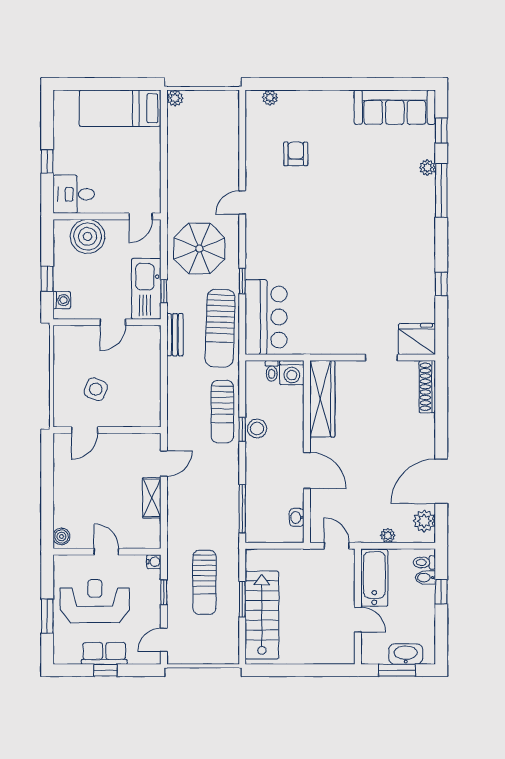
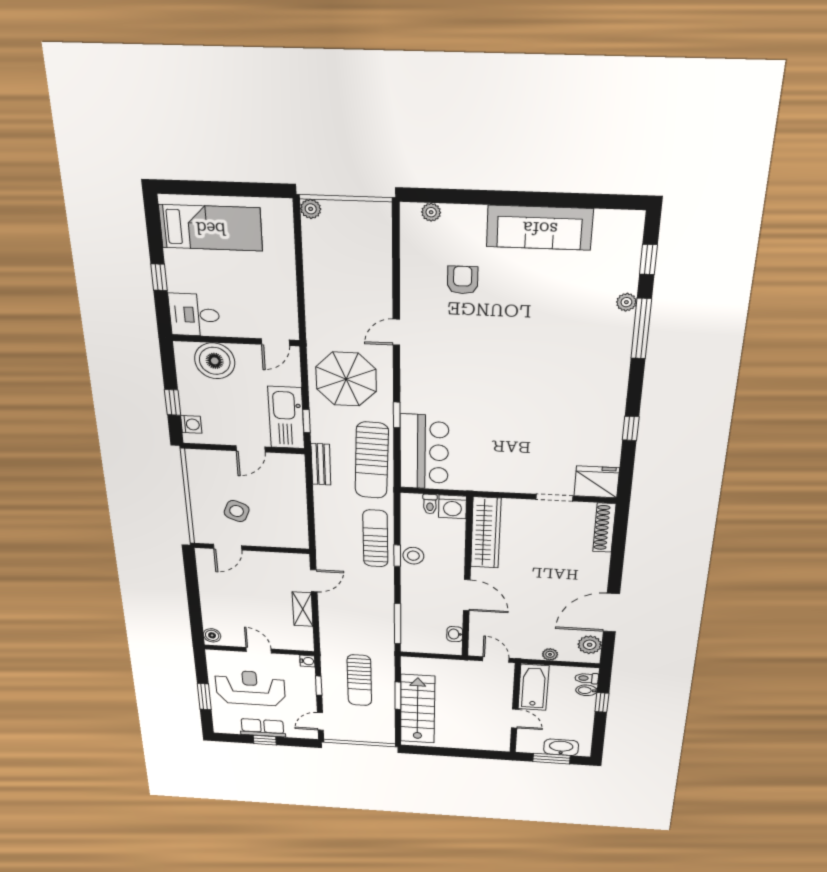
sofa: (395, 107) -> (540, 228), moved
bed: (120, 108) -> (211, 228), moved, turned 180
sun lounger: (222, 412) -> (375, 538), turned 180

